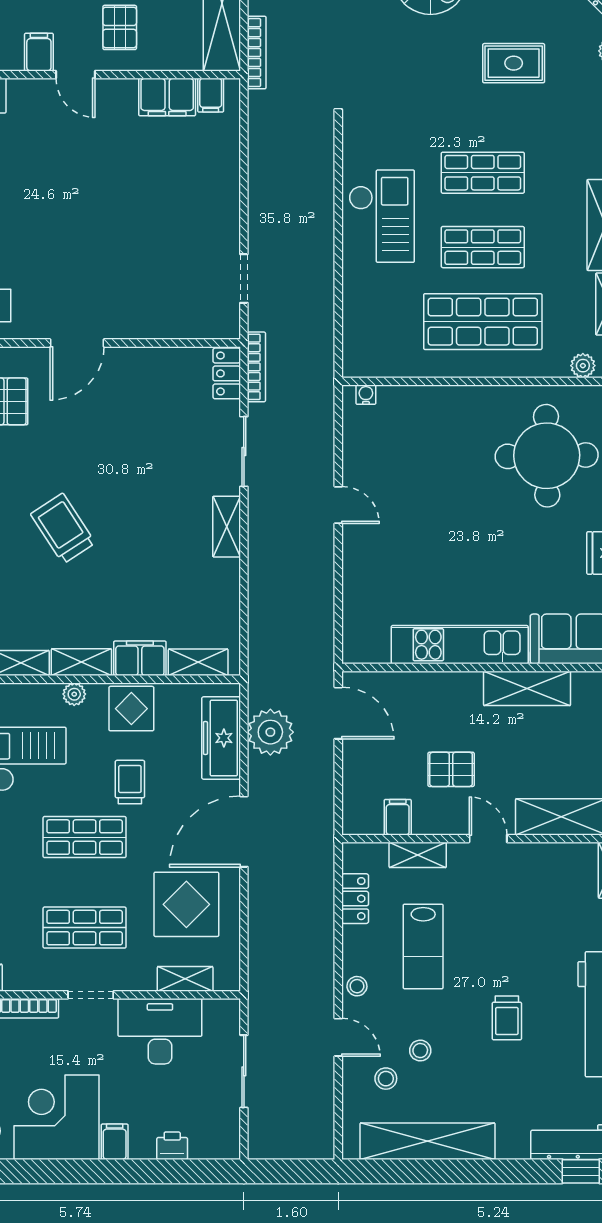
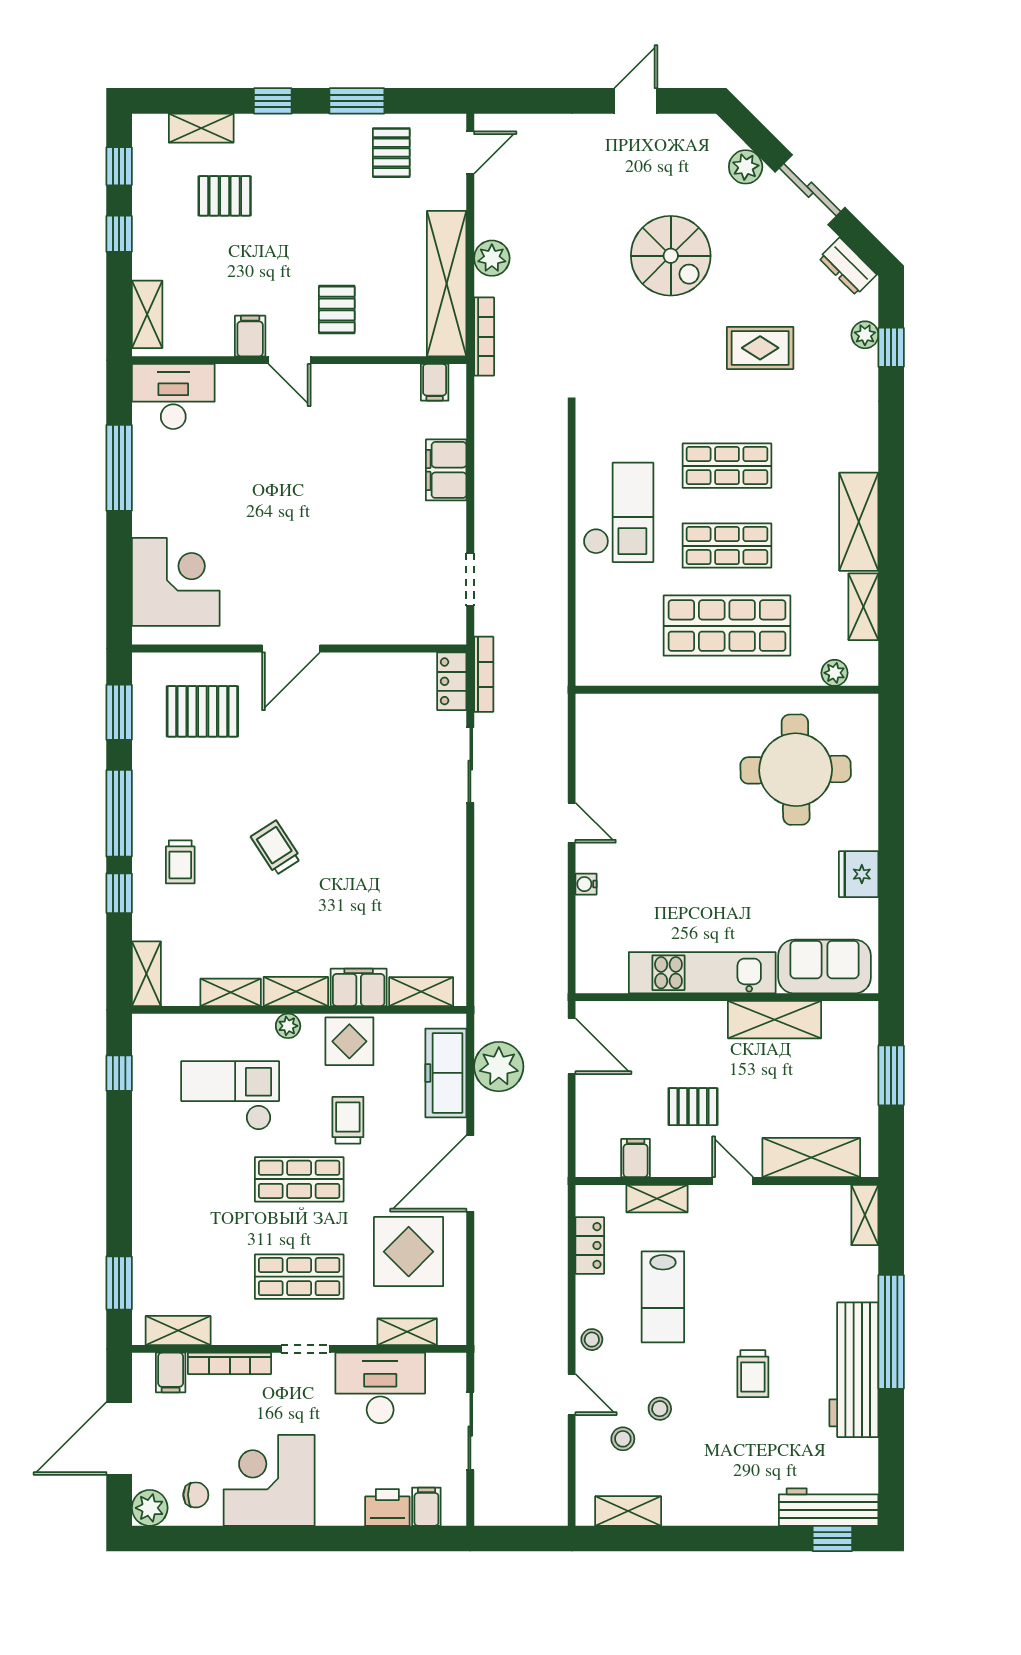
filing cabinet: (167, 97) -> (446, 470), moved, turned 90
water cooler: (366, 395) -> (586, 884), moved, turned -90
shelving: (227, 527) -> (452, 846), removed
trolley: (63, 528) -> (276, 848), width x0.73, depth x0.72
shelving: (428, 1141) -> (628, 1511), width x0.45, depth x0.75
filing cabinet: (115, 1142) -> (426, 1507), moved
printer: (172, 1146) -> (387, 1507), width x1.36, depth x1.24

